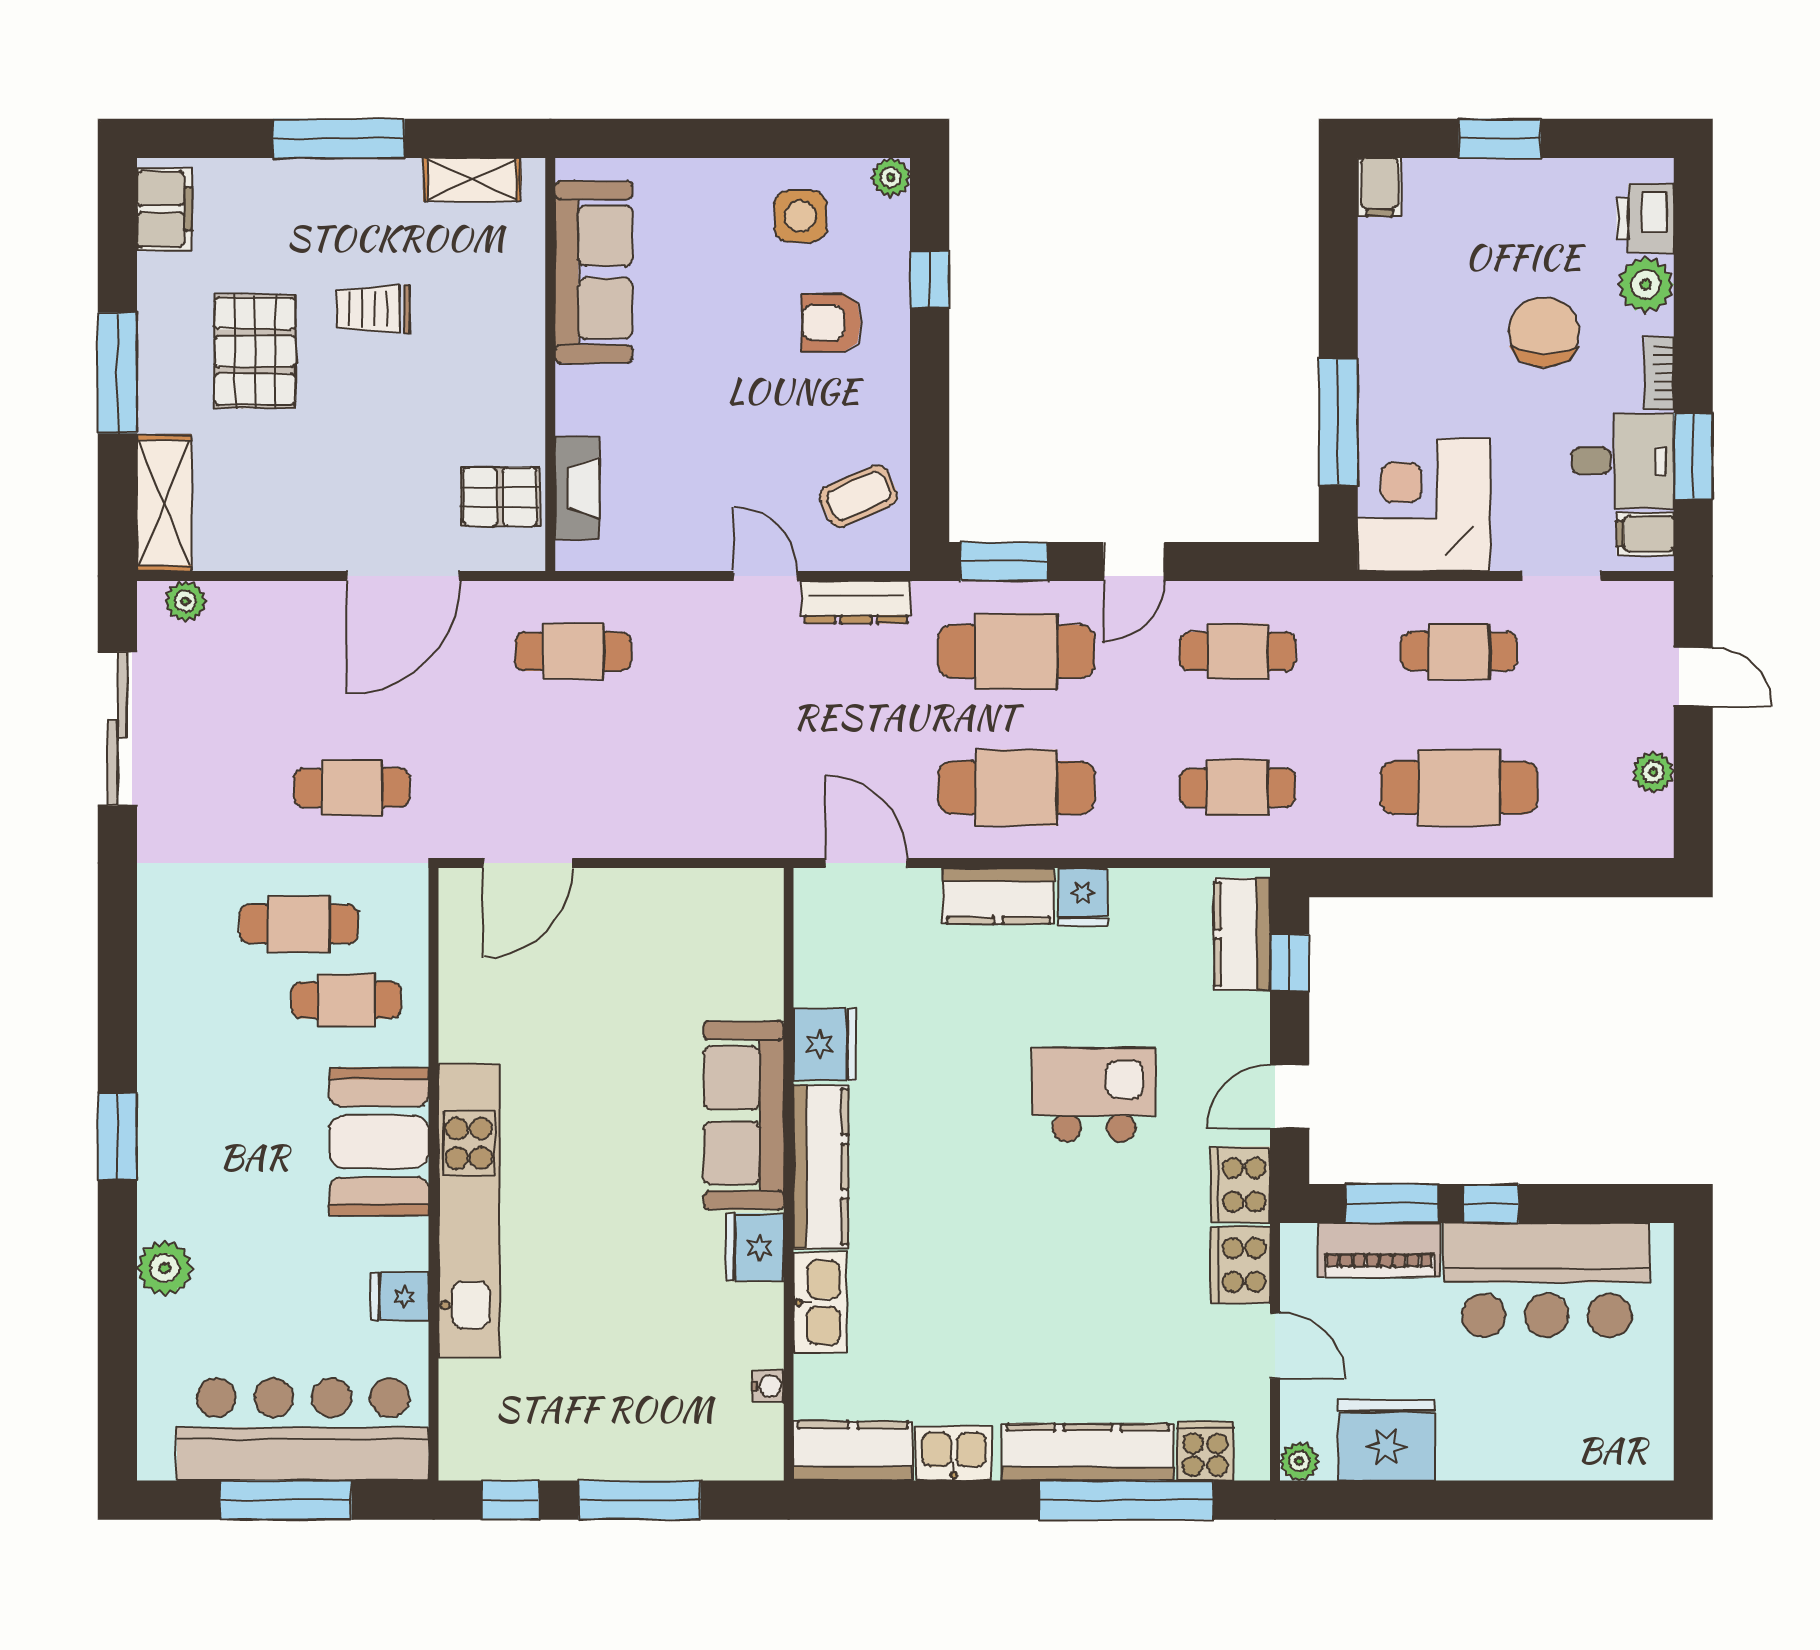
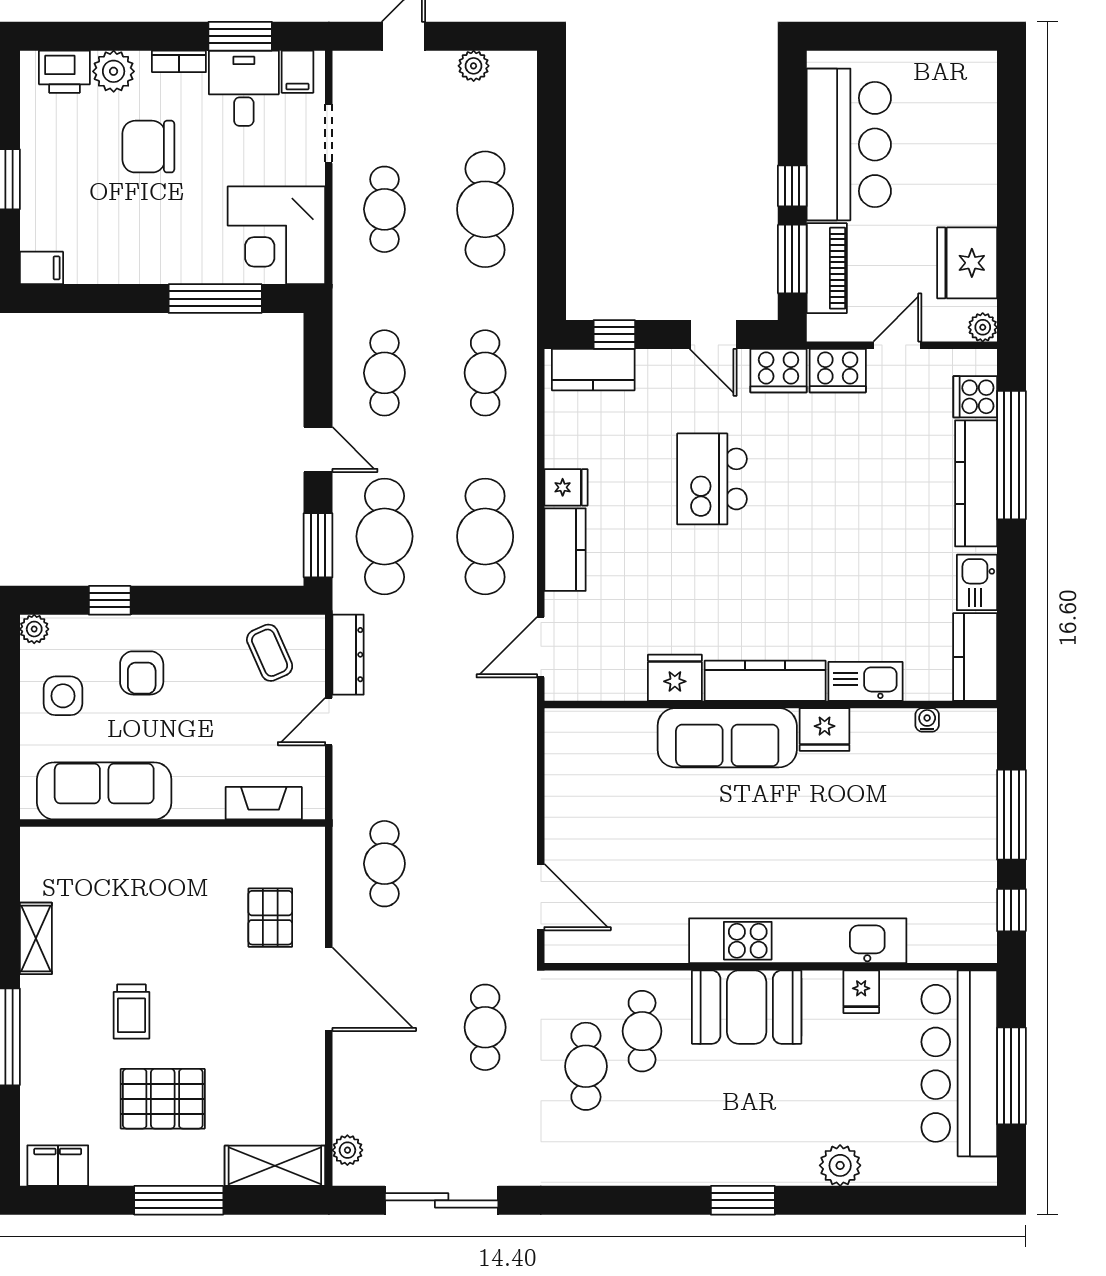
sofa: (594, 272) -> (104, 791), moved
wall: (550, 364) -> (173, 823), moved
fireplace: (577, 488) -> (264, 803), moved

